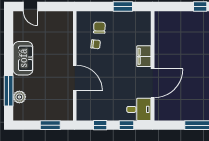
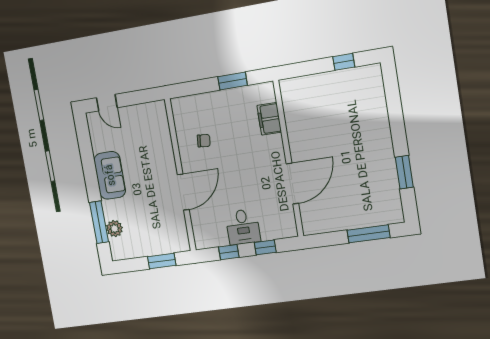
chair: (99, 28) -> (205, 117), removed
filing cabinet: (144, 56) -> (269, 119), moved
door: (75, 78) -> (183, 192), hinge flipped
desk: (139, 109) -> (243, 227), moved, turned 90

